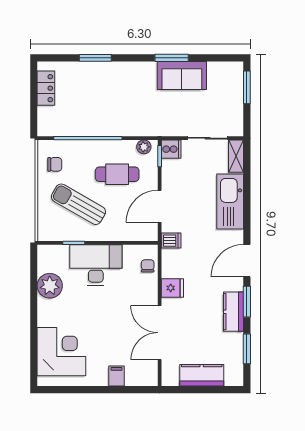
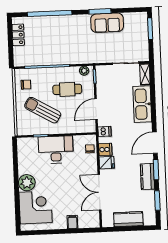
window: (95, 58) -> (50, 13), width x2.11
cooker: (171, 149) -> (105, 149), moved
plant: (50, 286) -> (27, 183), moved

